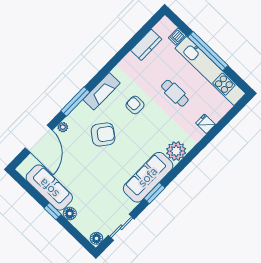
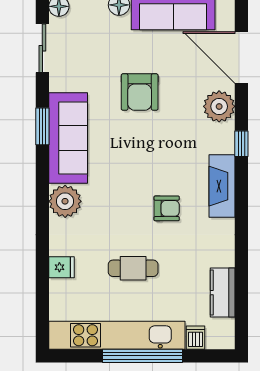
window: (75, 101) -> (241, 144), width x0.46
plant: (63, 127) -> (219, 106), width x1.88, depth x1.88
armchair: (103, 134) -> (140, 92), moved, turned -37

